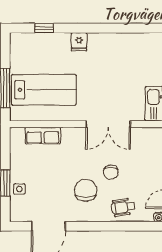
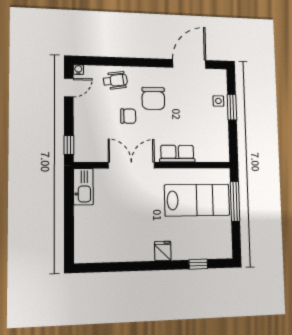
lab bench: (44, 90) -> (197, 200), turned 180
row of seats: (43, 136) -> (177, 154), moved
chair: (111, 172) -> (128, 116), turned 90

